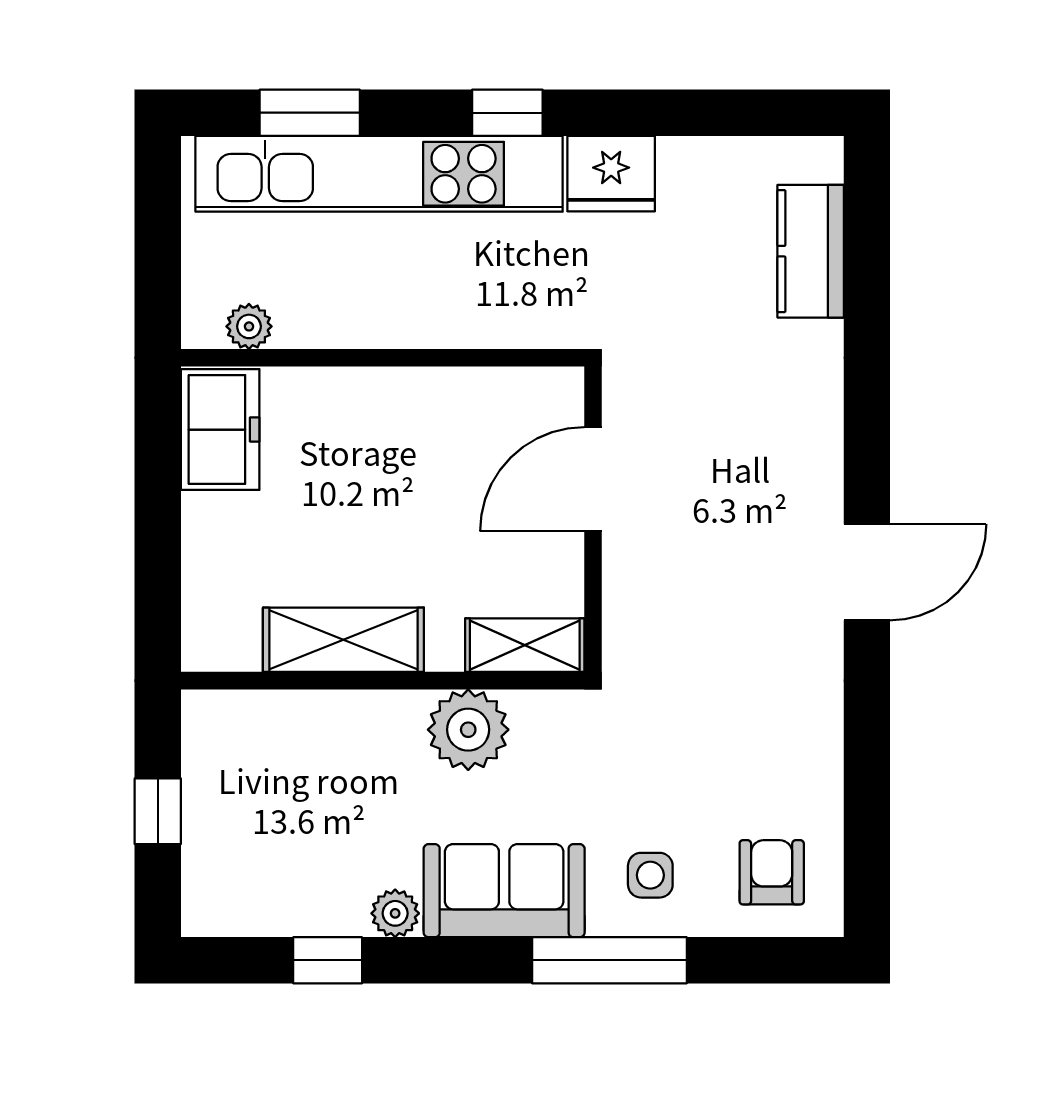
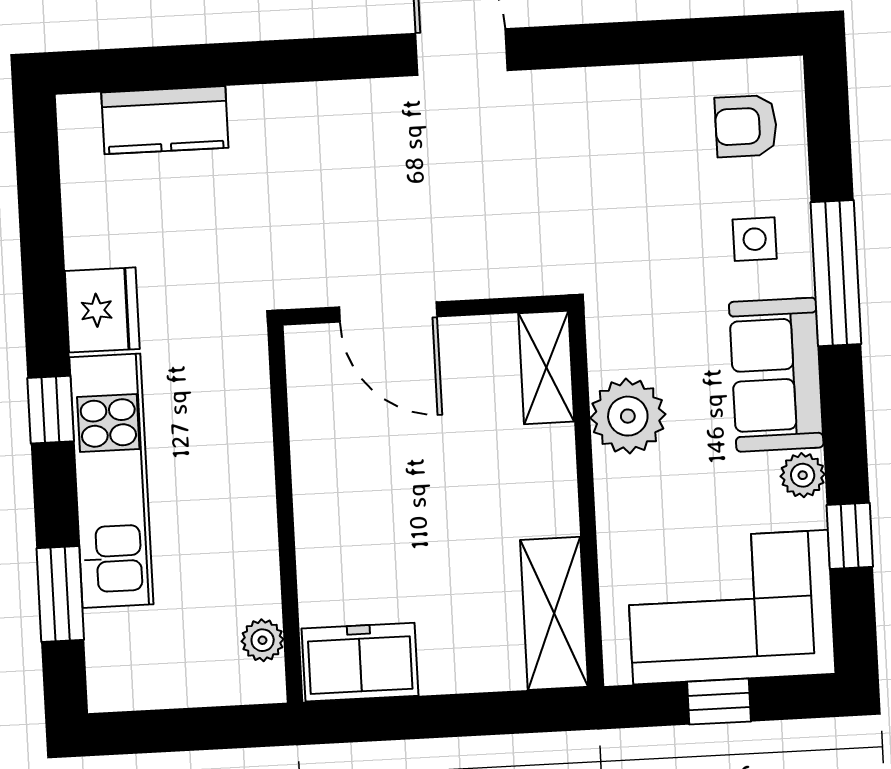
kitchen unit: (379, 174) -> (111, 481), width x0.73
shelving: (343, 640) -> (554, 613), moved
corner sofa: (258, 829) -> (731, 607), added

